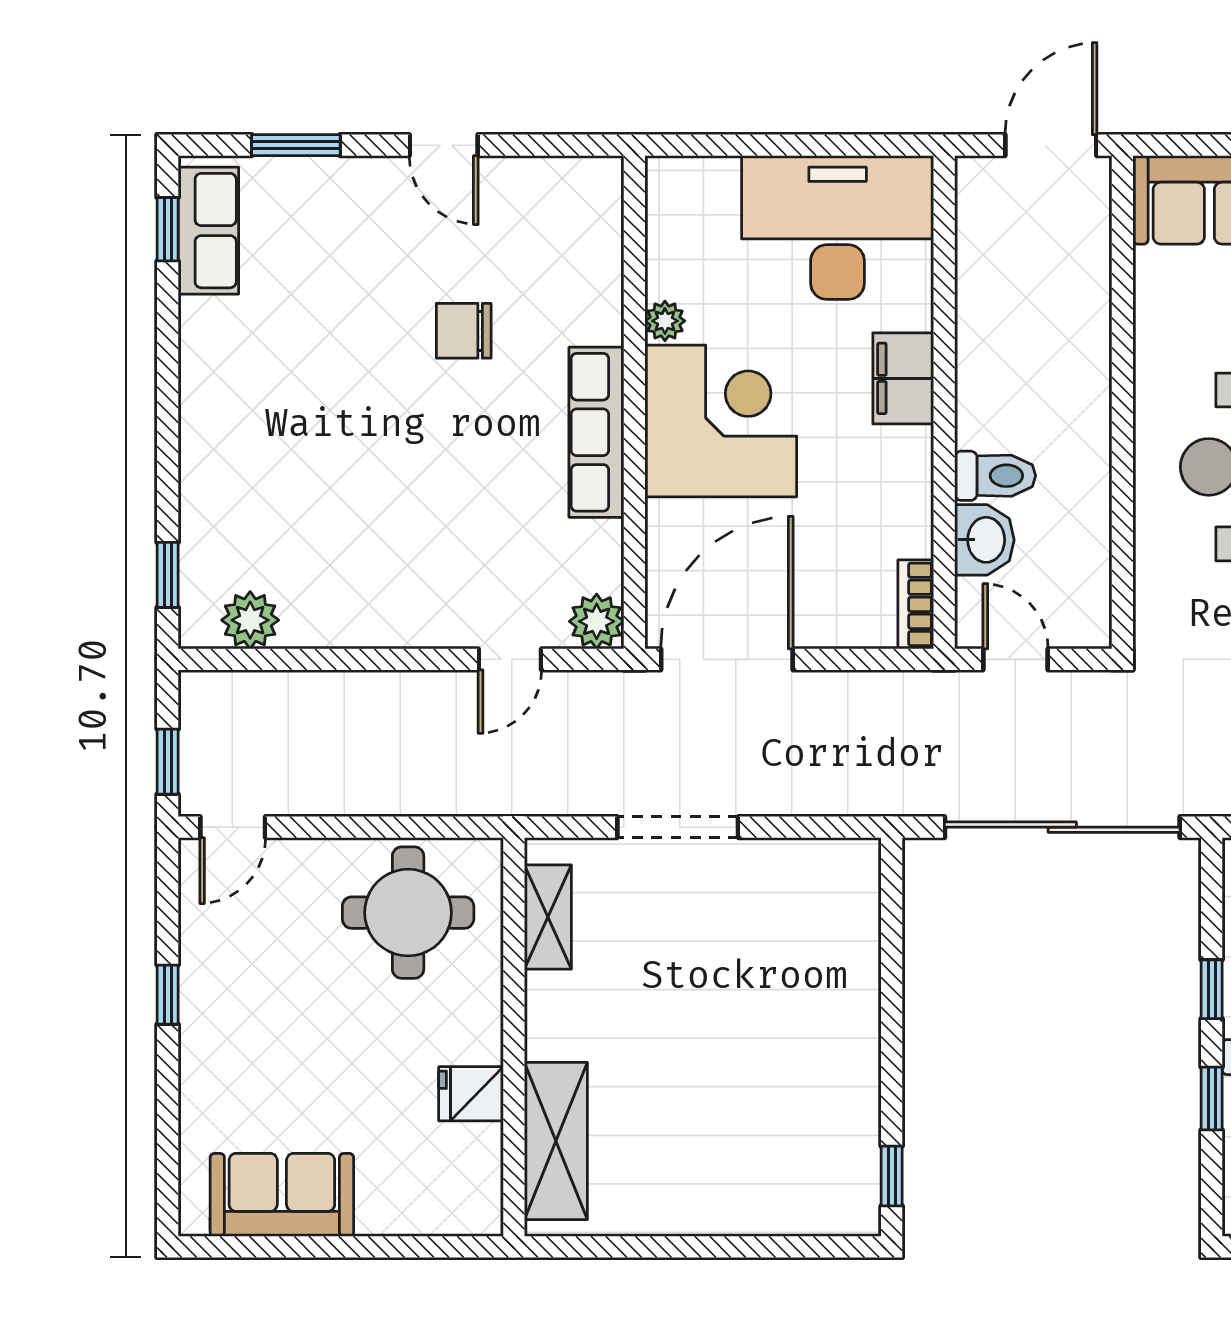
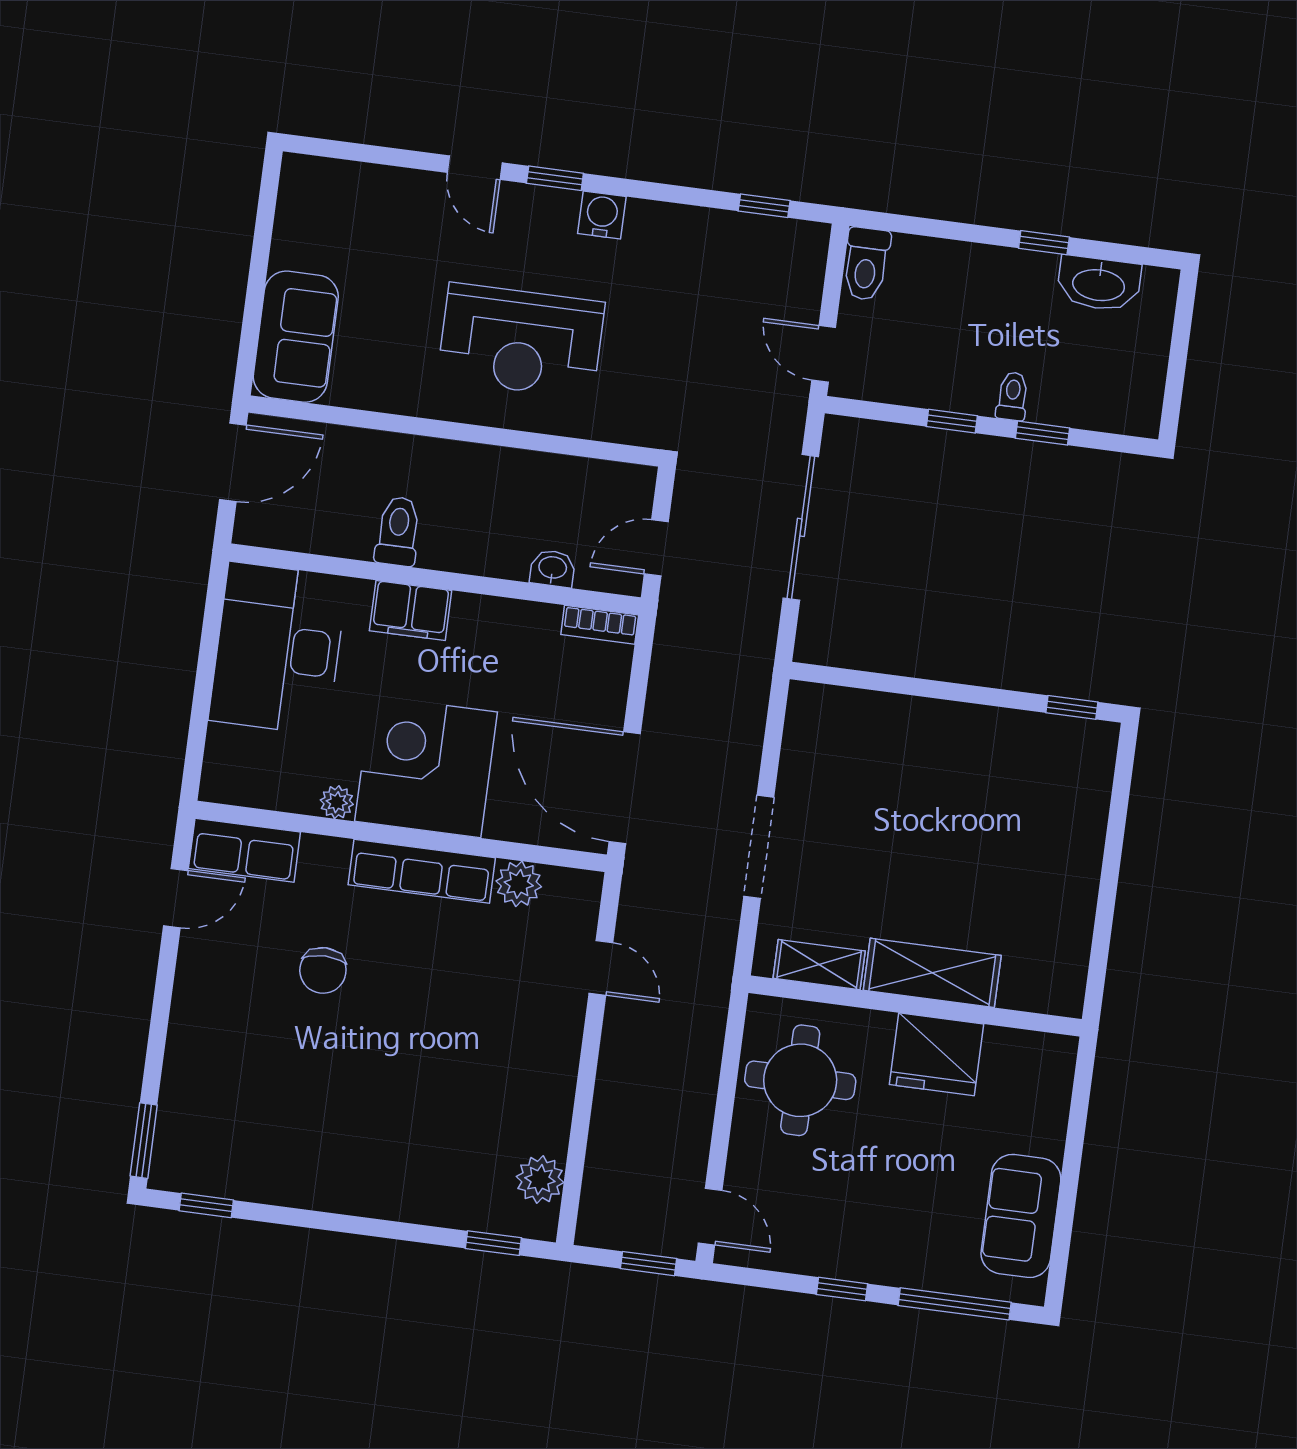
window: (296, 145) -> (144, 1141), moved
door: (444, 145) -> (176, 898), moved
door: (1051, 145) -> (233, 462), swing flipped
row of seats: (208, 231) -> (244, 850), moved, turned 180
toilet: (995, 476) -> (398, 531), moved
washbasin: (984, 540) -> (553, 568), width x0.72, depth x0.69
plant: (597, 621) -> (519, 884), moved
sliding door: (1062, 827) -> (801, 527), width x0.73
fridge: (471, 1094) -> (937, 1054), width x1.88, depth x1.34
window: (168, 1130) -> (955, 1304), added
shelving: (556, 1141) -> (932, 973), moved

